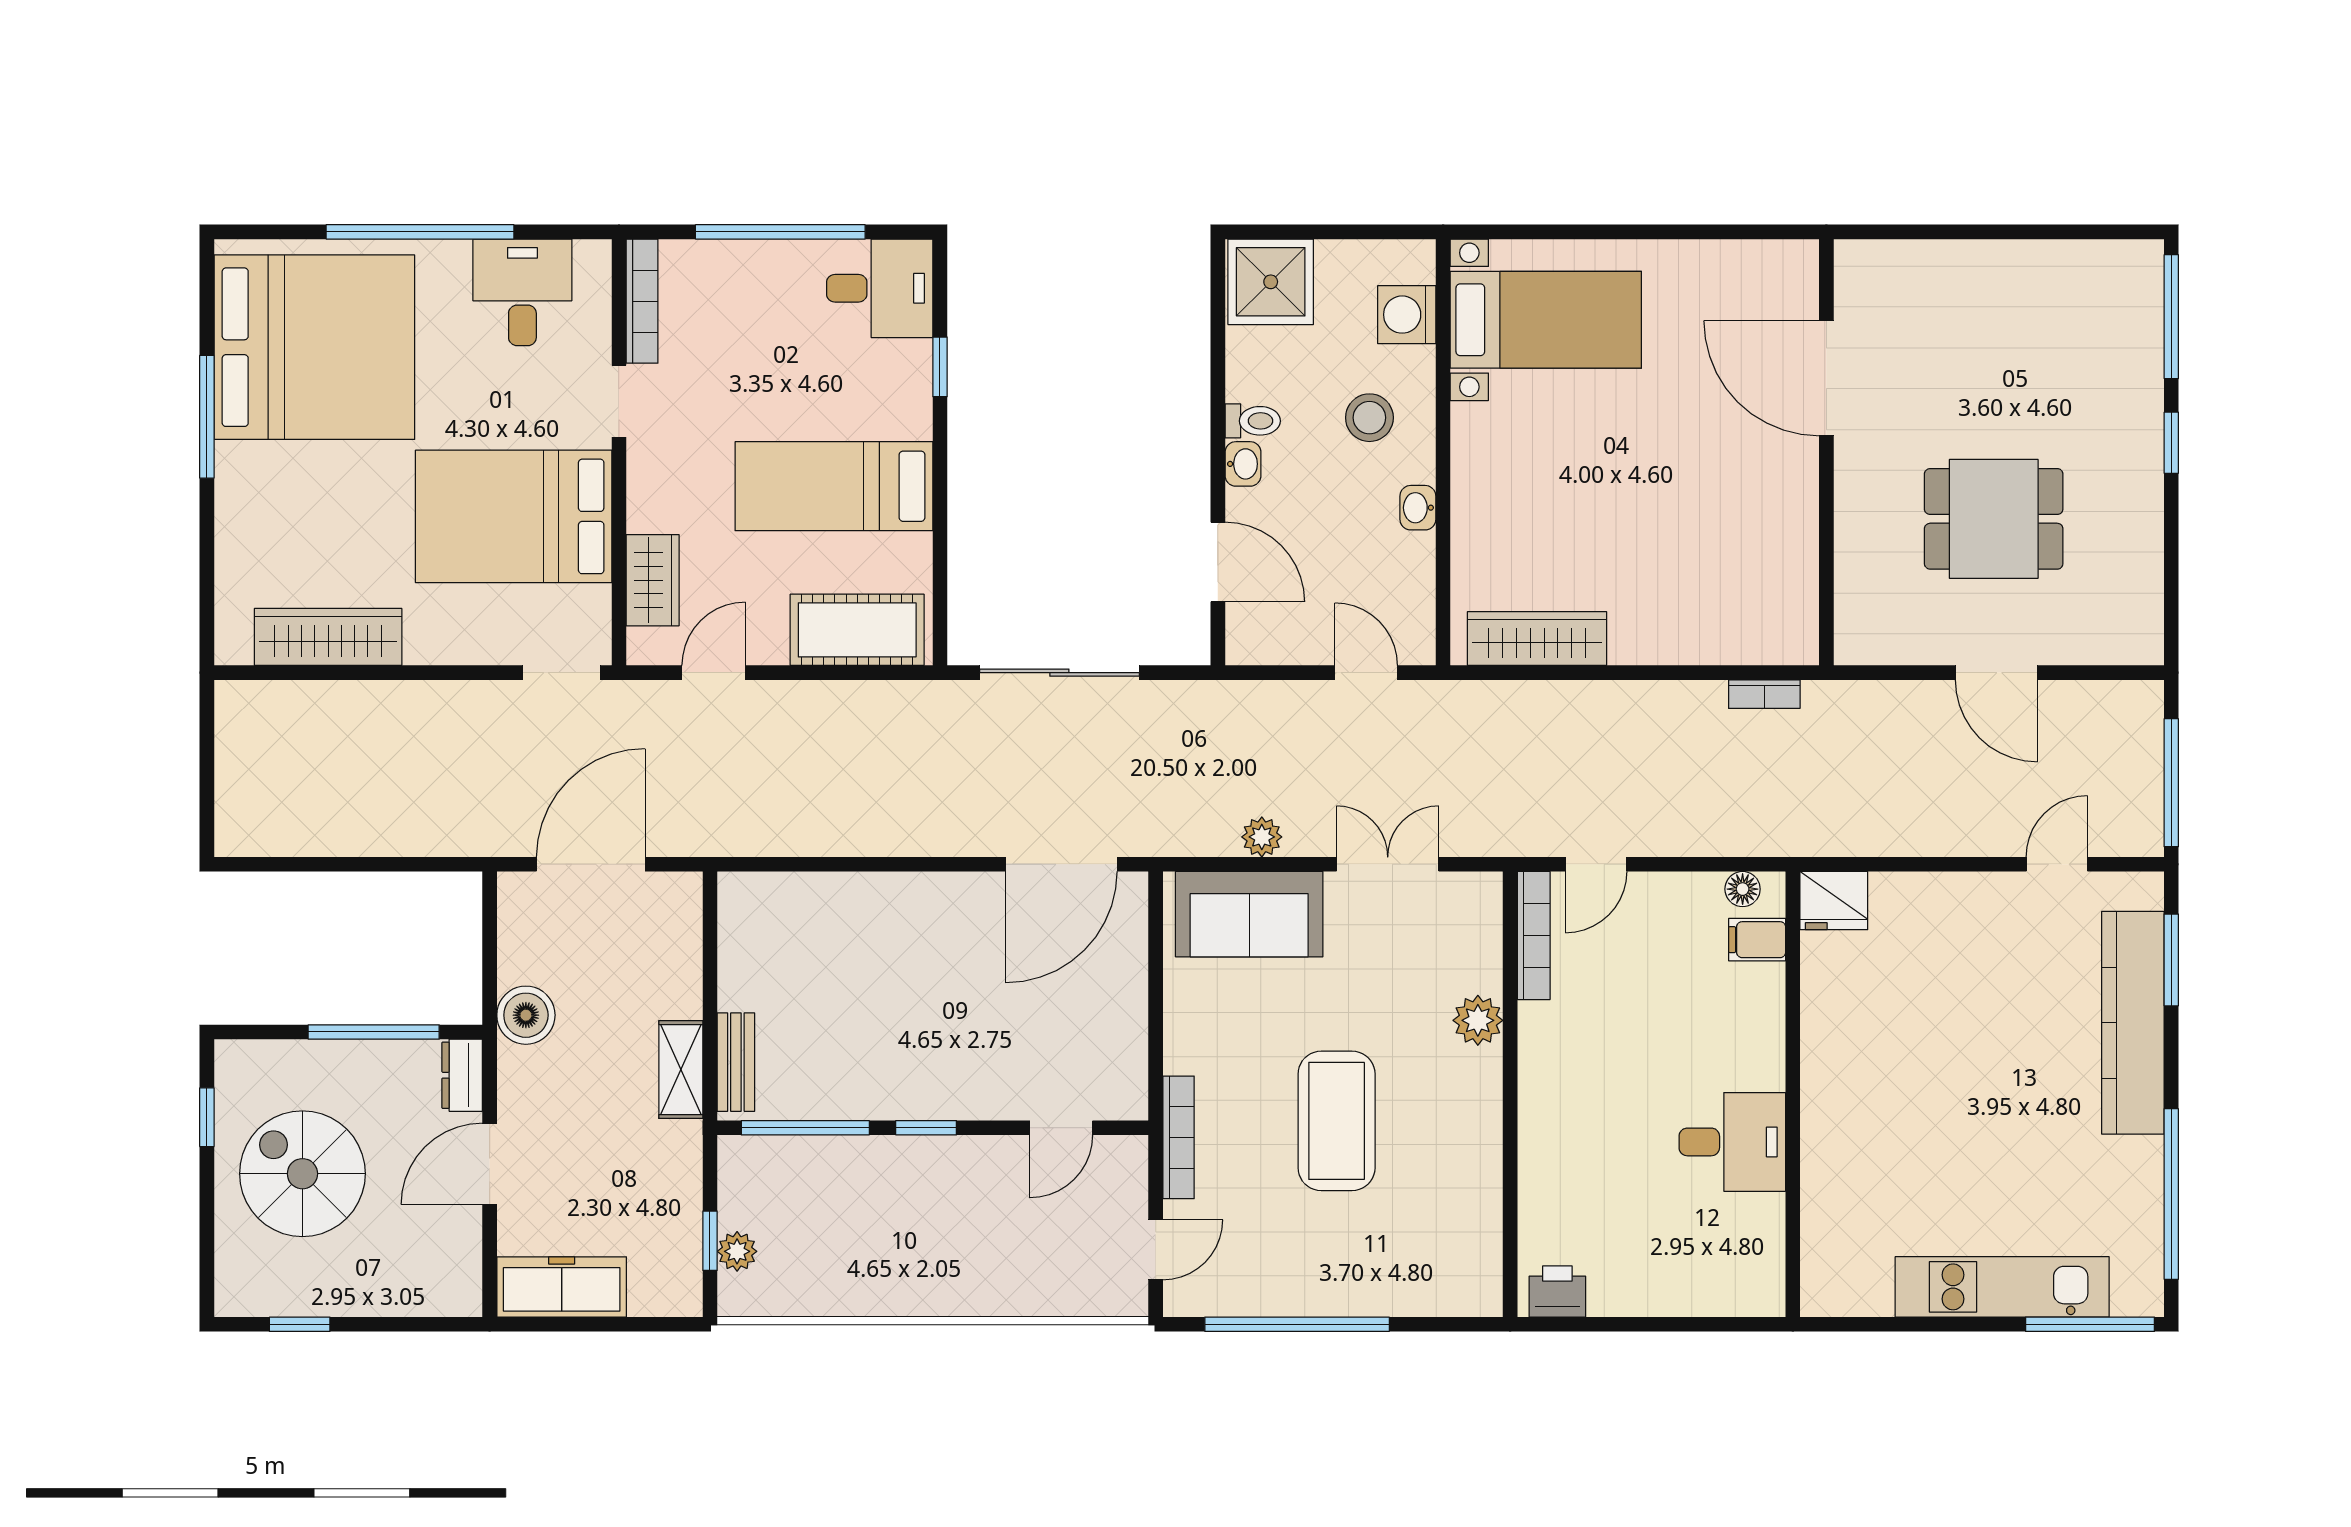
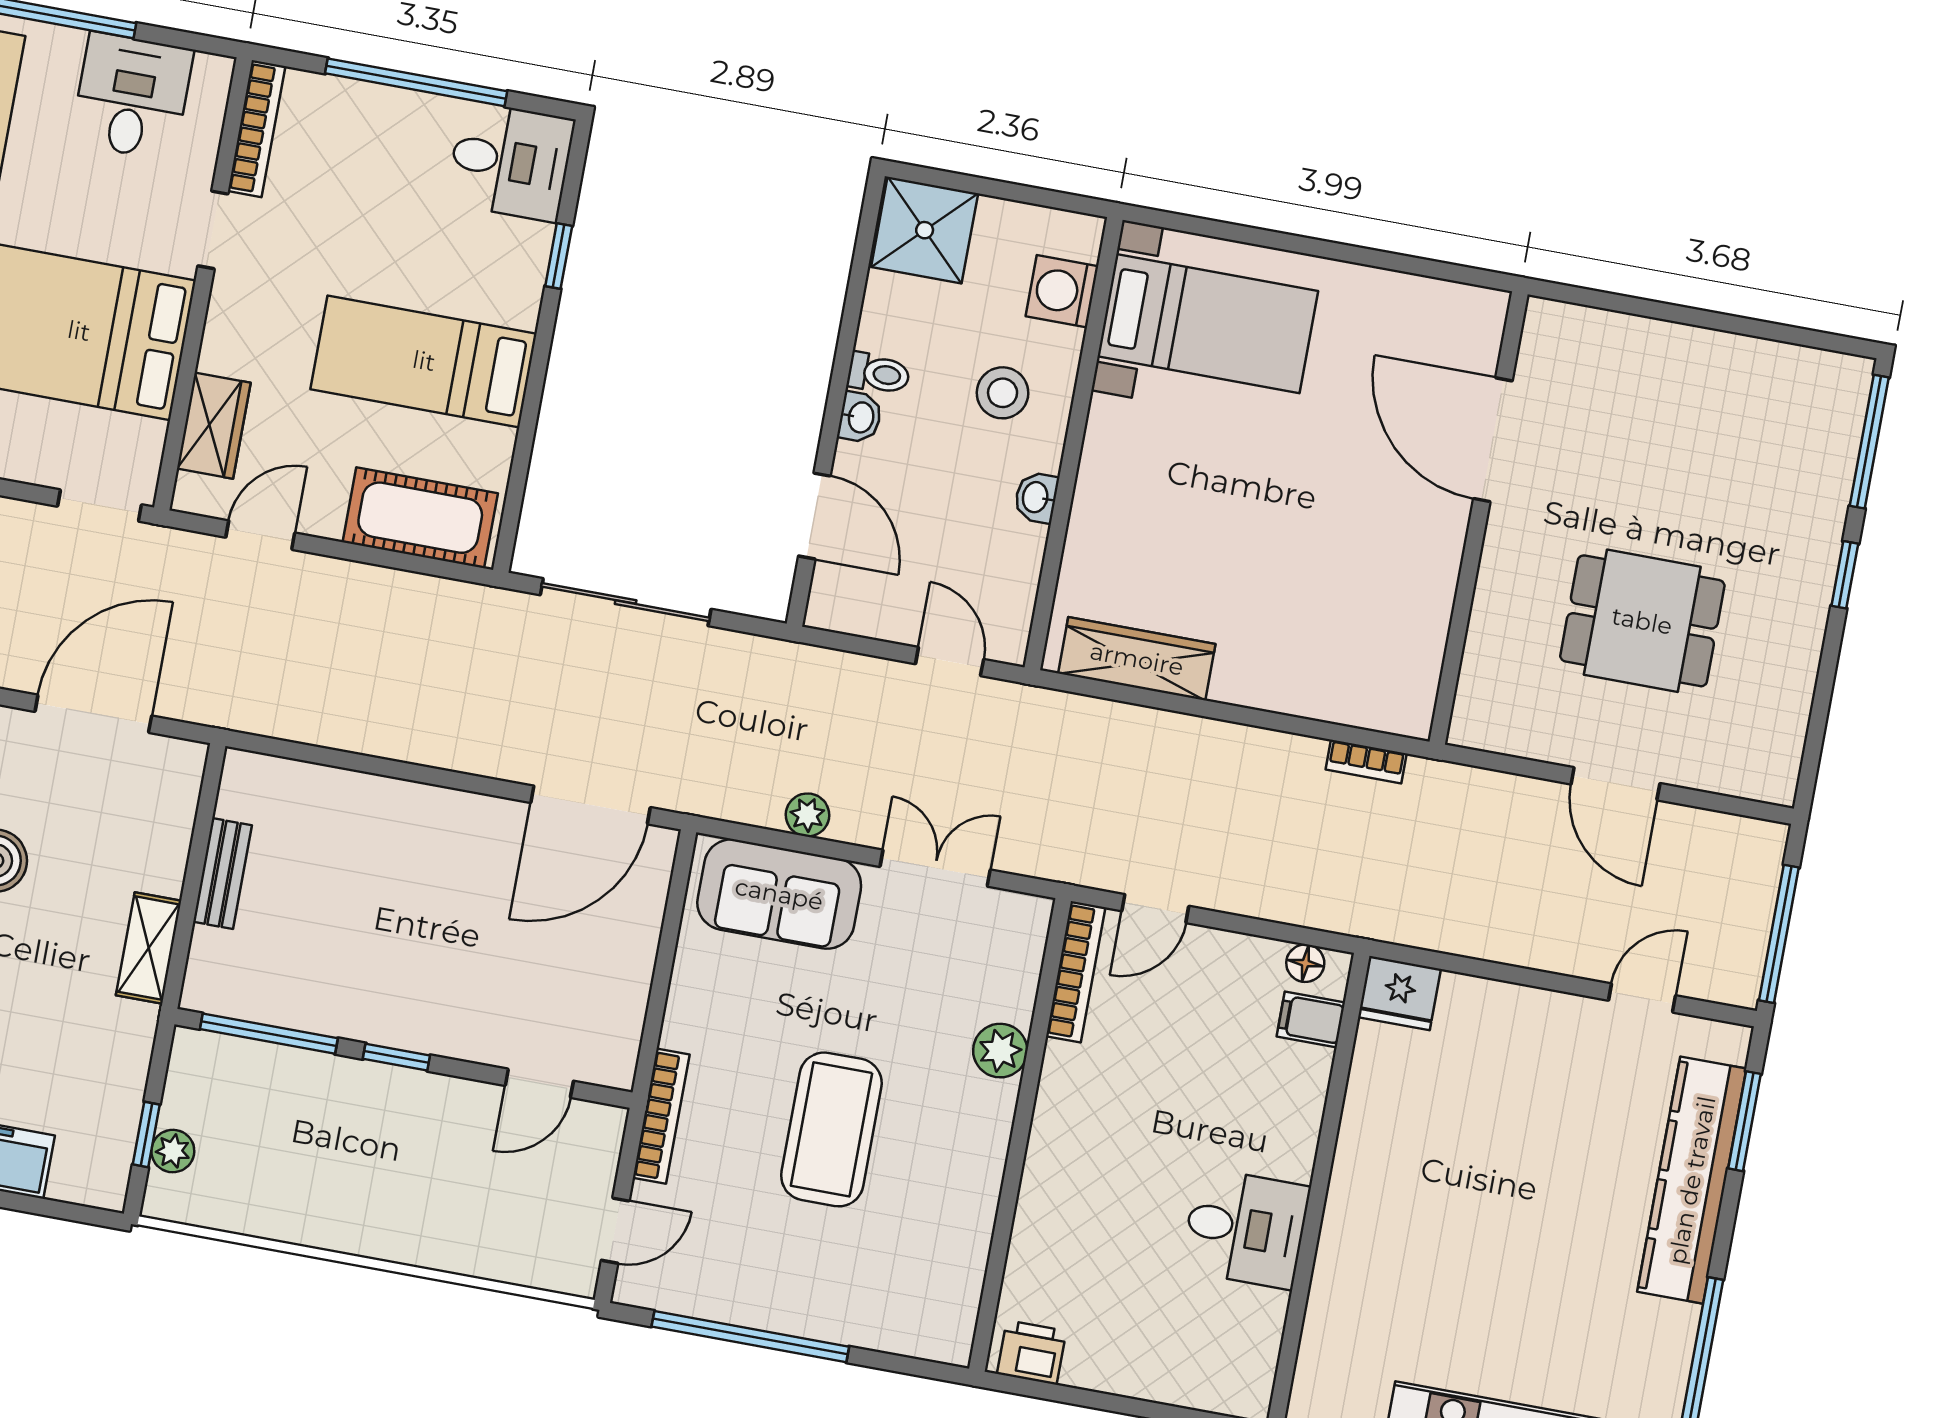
bench: (736, 1062) -> (223, 874), moved

